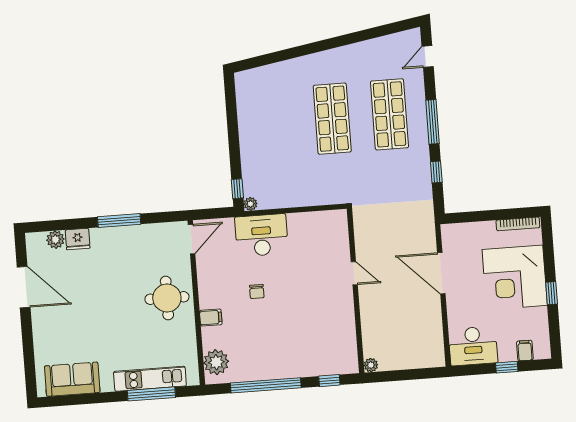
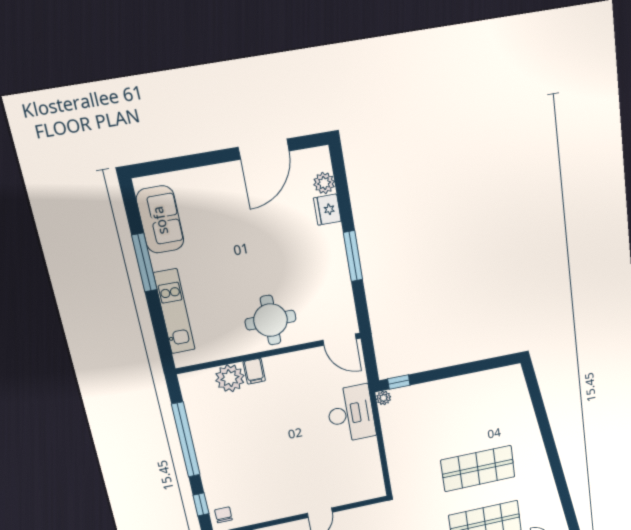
chair: (257, 292) -> (223, 515), moved, turned 90
plant: (216, 362) -> (230, 378), moved
window: (151, 394) -> (144, 263), moved

